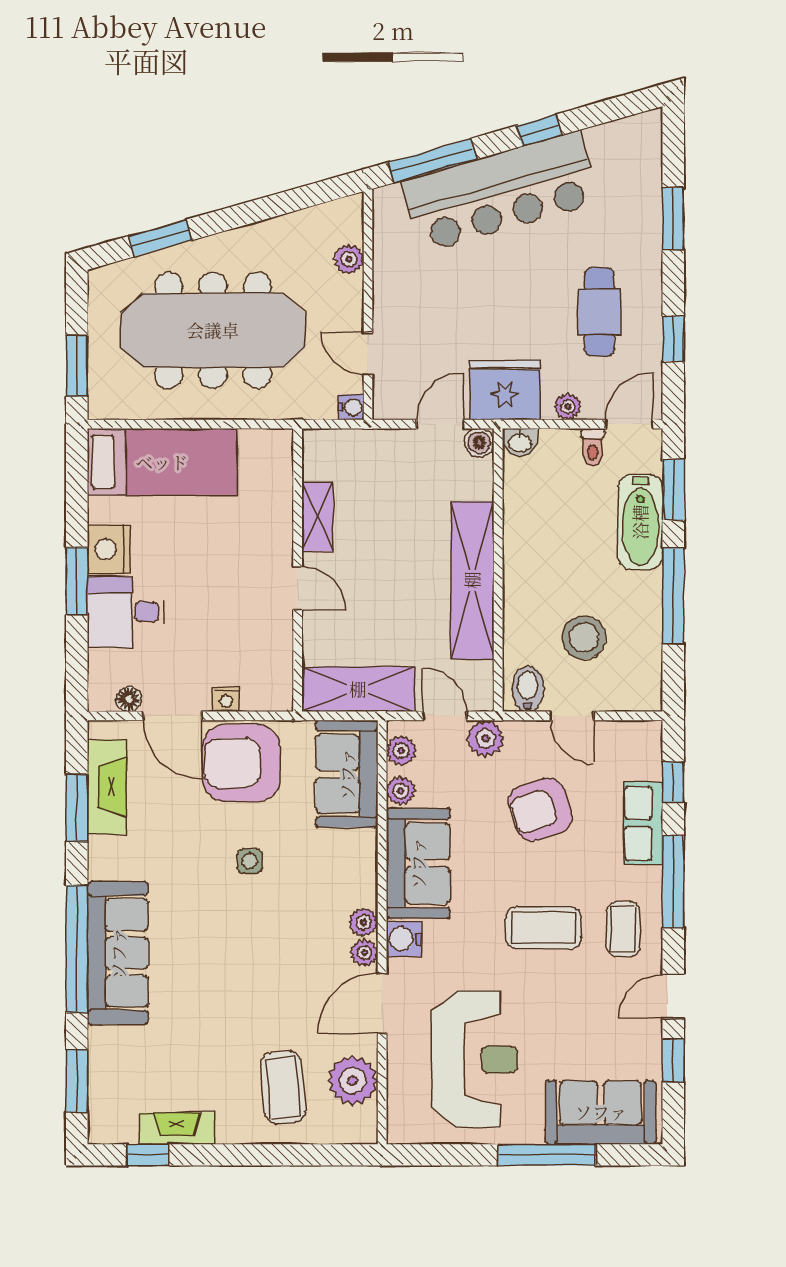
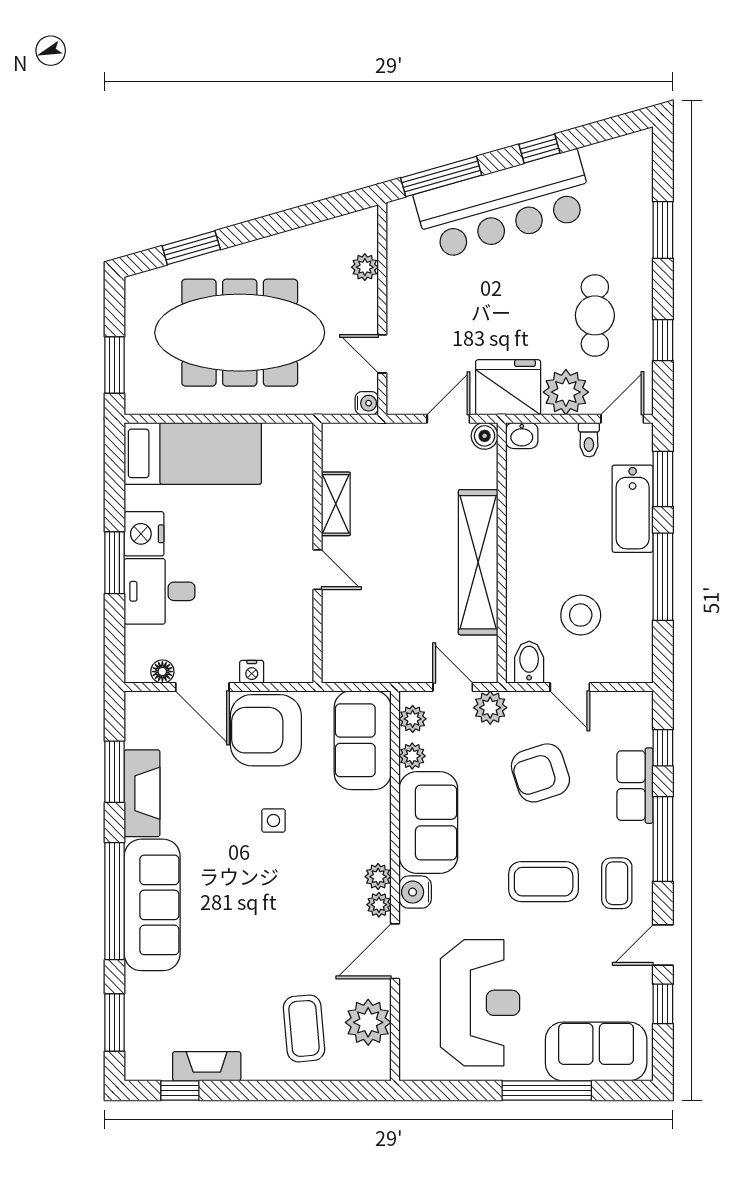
plant: (568, 407) -> (566, 392), width x1.87, depth x1.87
shelving: (358, 689) -> (373, 663), removed
fireplace: (107, 787) -> (142, 793), moved

